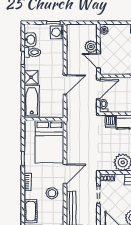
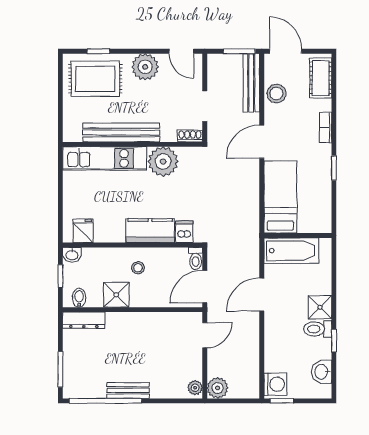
plant: (91, 47) -> (218, 388), moved
toilet: (32, 52) -> (318, 329), moved
door: (98, 61) -> (205, 335), hinge flipped
bathtub: (32, 101) -> (291, 251), moved, turned -90
bed: (49, 142) -> (280, 197), width x0.67
stool: (52, 193) -> (276, 94), moved

